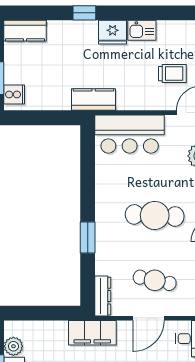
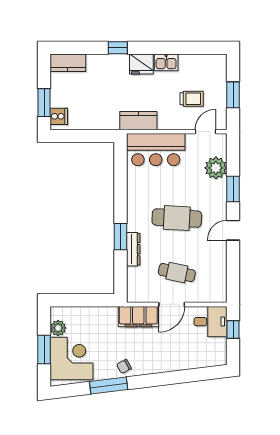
kitchen counter: (94, 100) -> (138, 121), moved
dresser: (103, 296) -> (133, 249), moved
filing cabinet: (92, 333) -> (138, 317), moved

